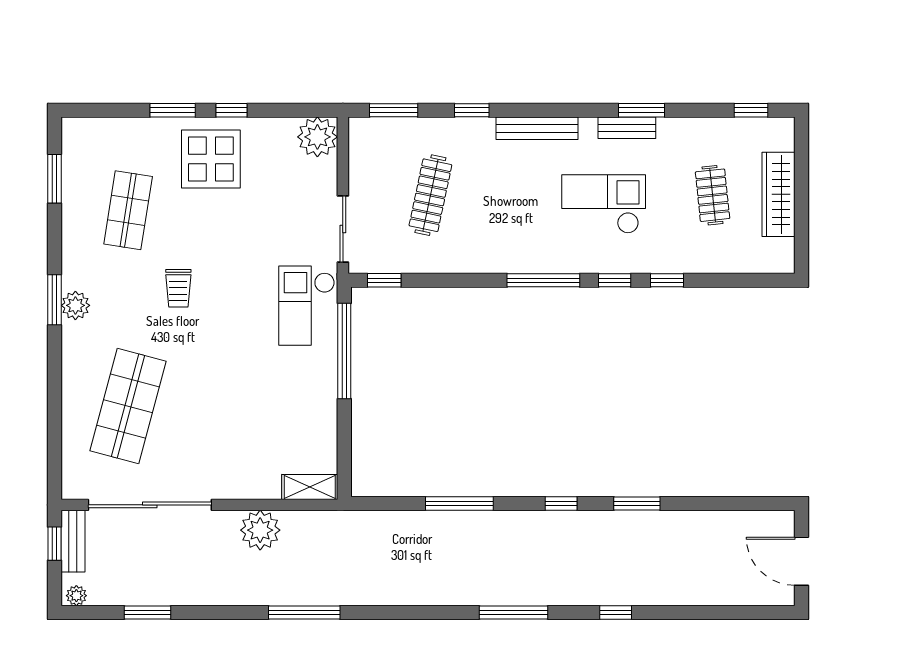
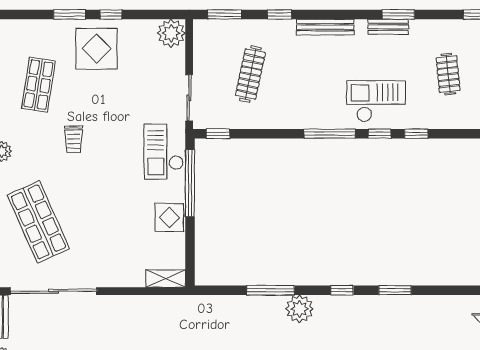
checkout: (604, 204) -> (376, 101), moved
display table: (315, 400) -> (169, 218), added
shop shelf: (128, 406) -> (38, 222), turned -39
plant: (260, 530) -> (299, 309), moved

